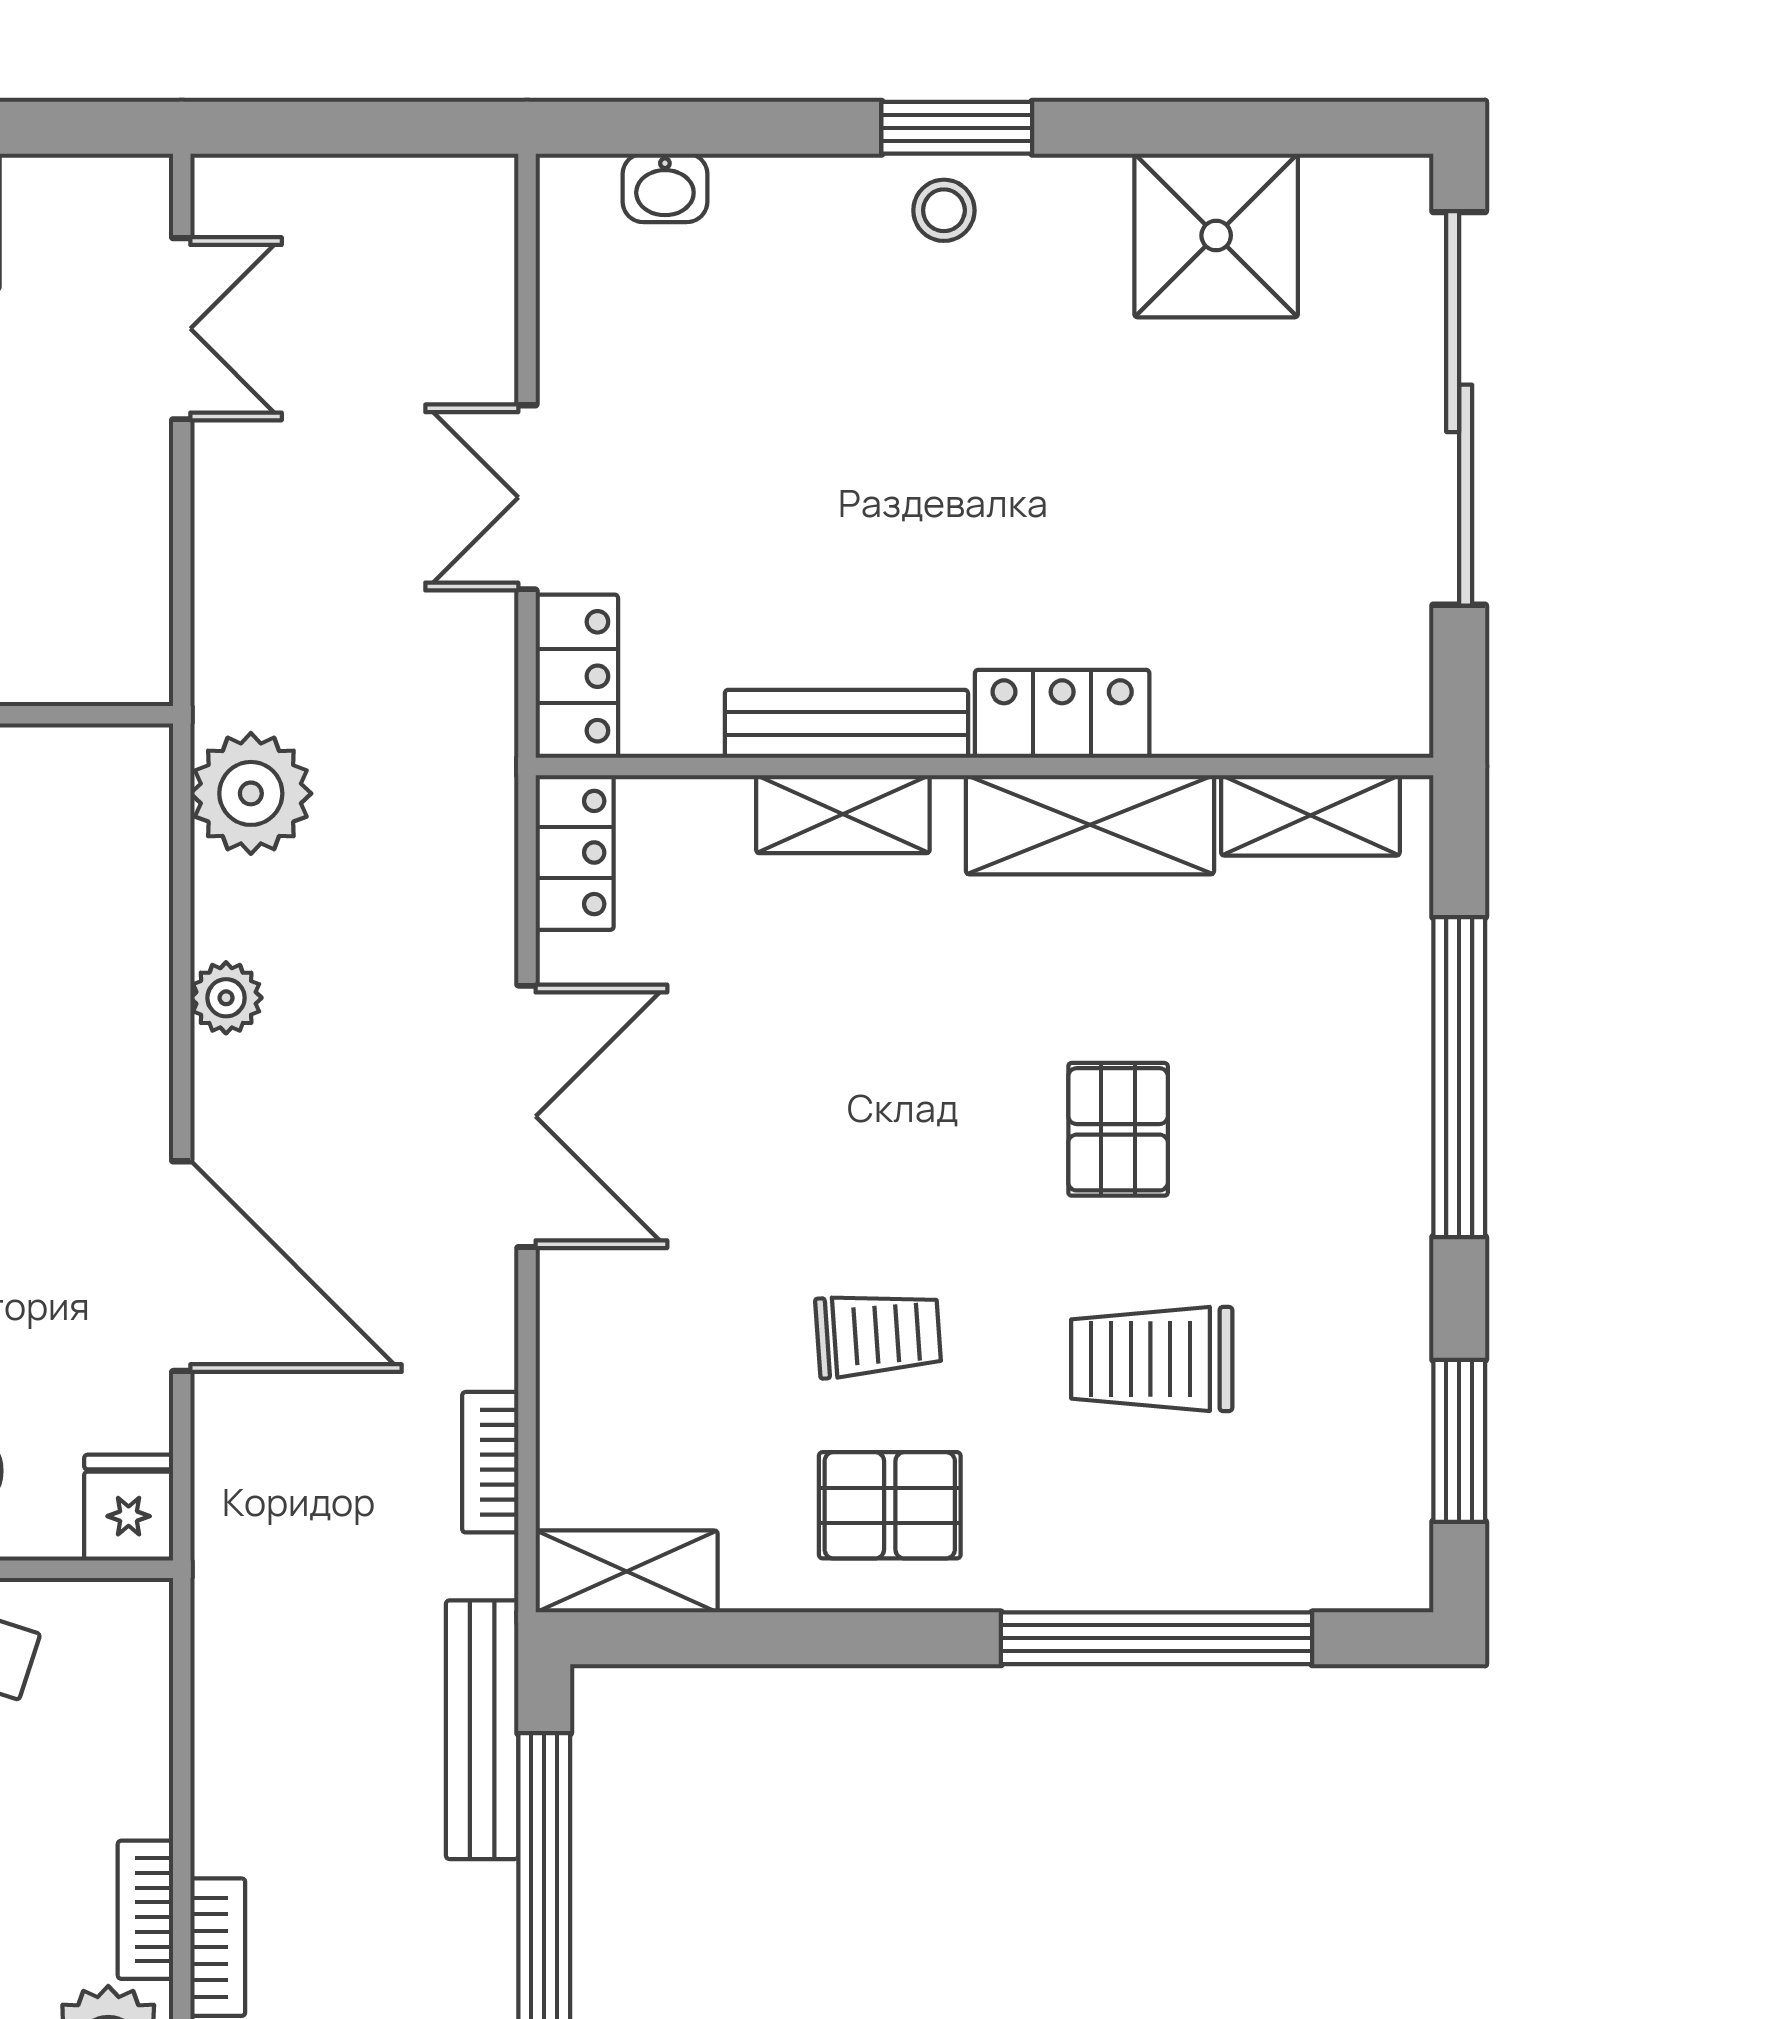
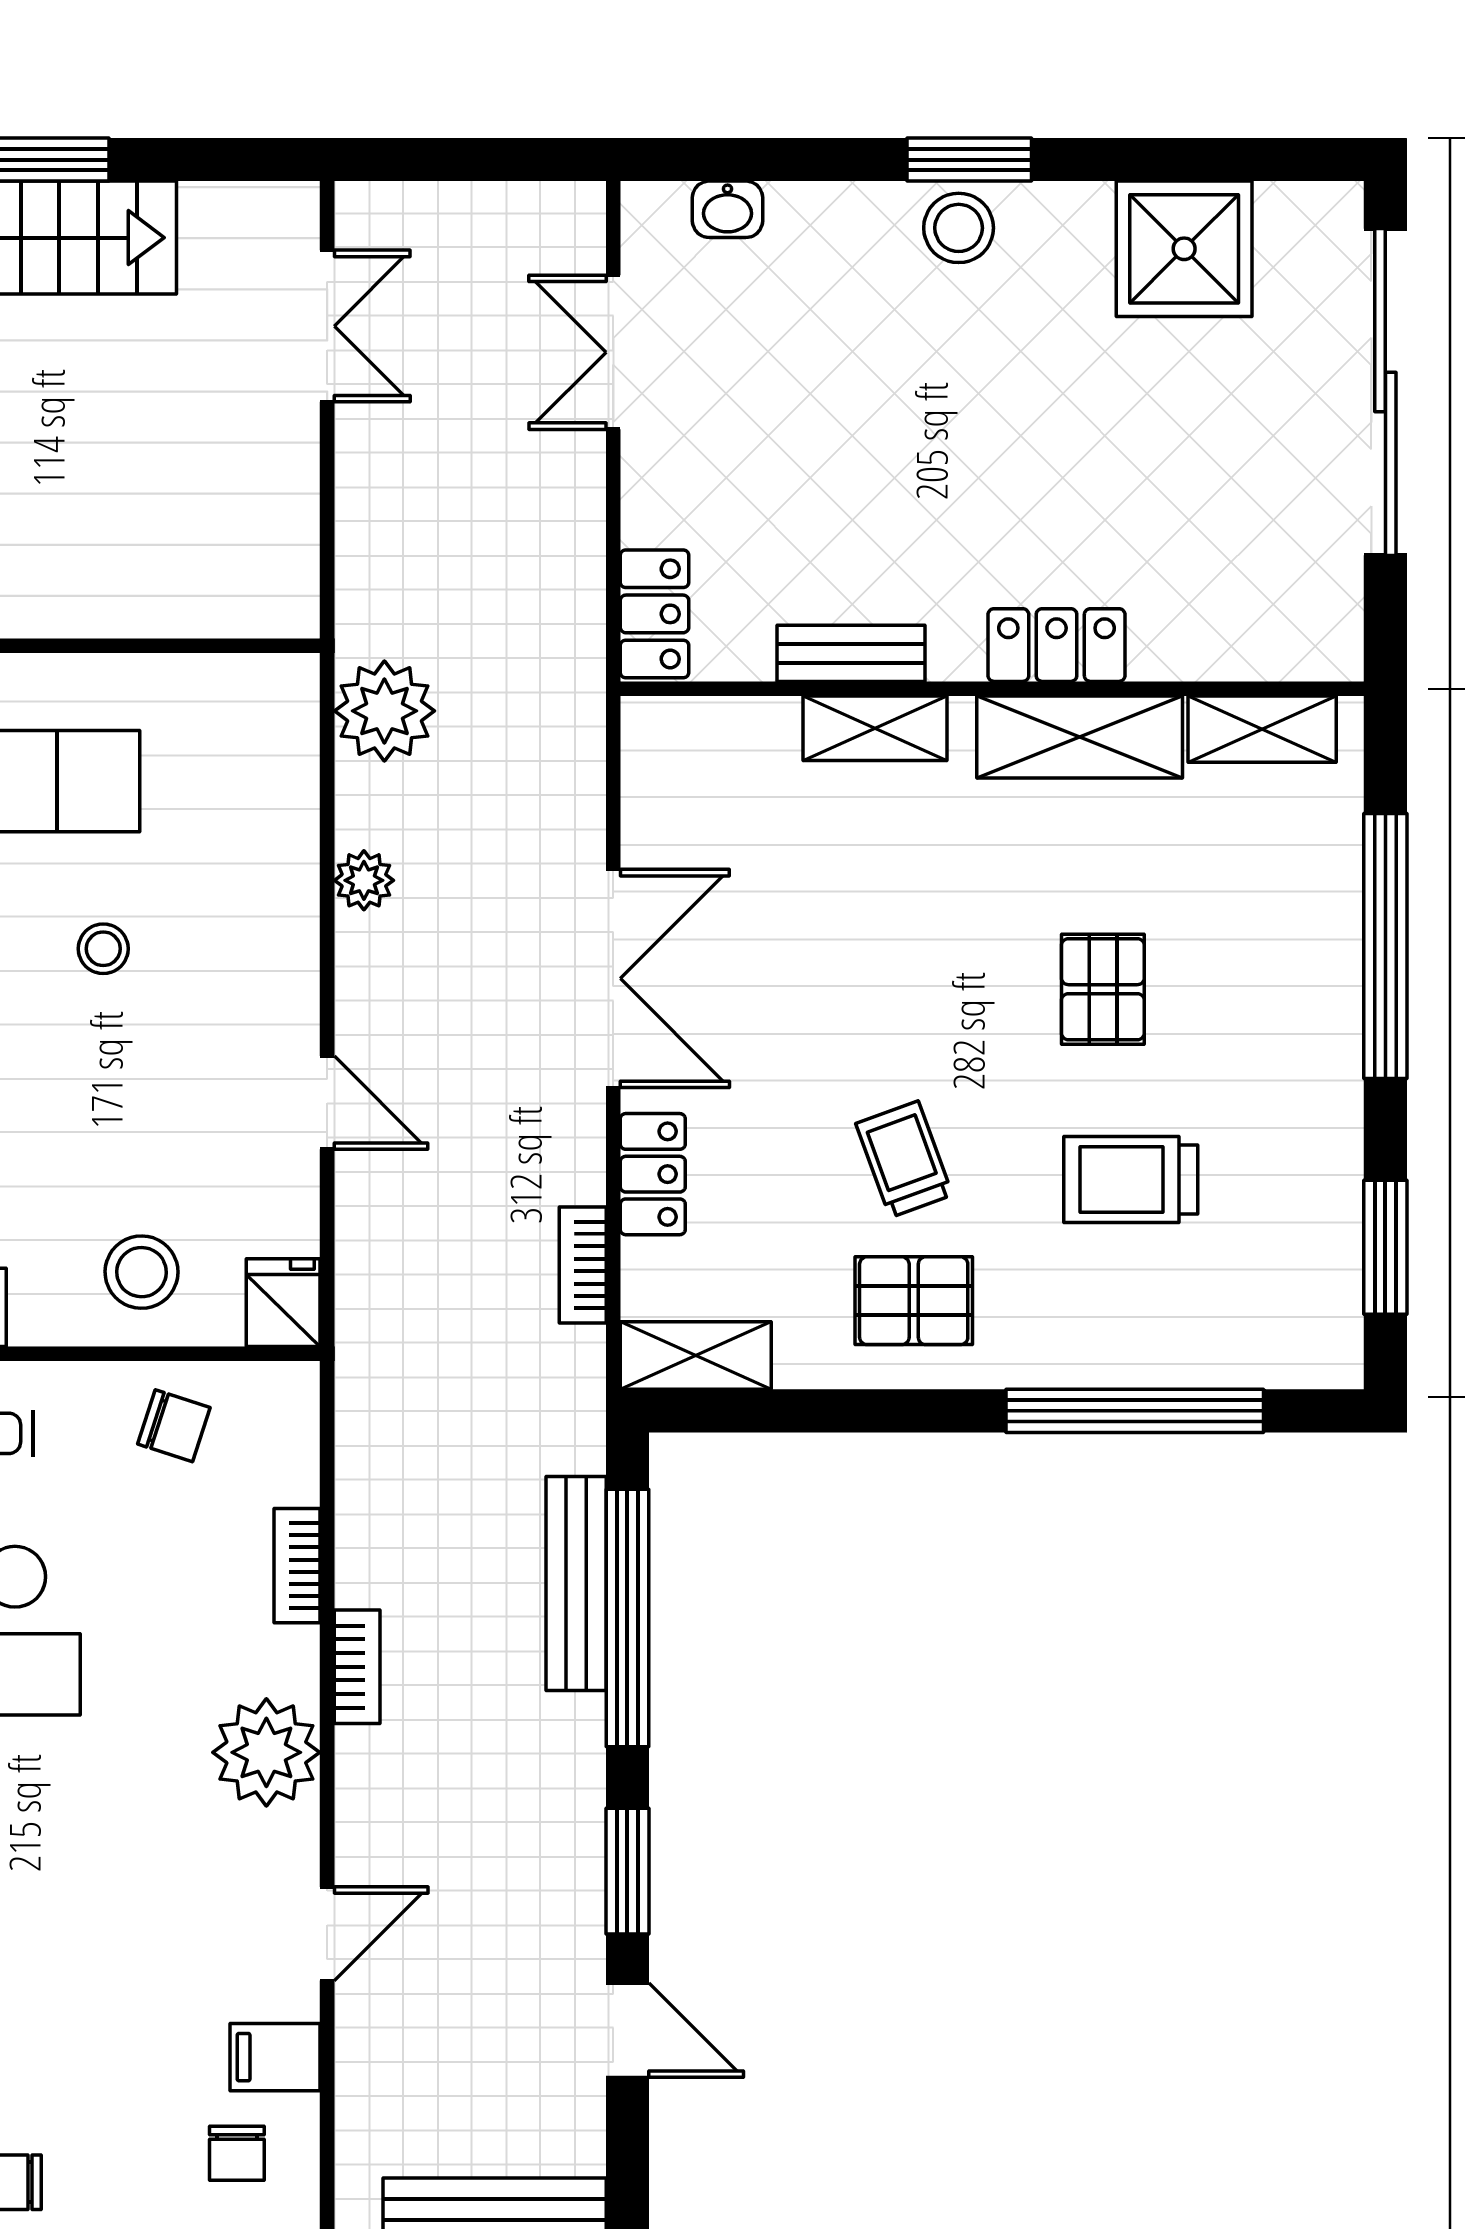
stool: (944, 210) -> (959, 228), width x1.37, depth x1.37
double door: (527, 497) -> (613, 352), moved
bench: (846, 724) -> (851, 653), width x0.73
locker: (575, 853) -> (653, 1174), moved
door: (182, 1266) -> (327, 1103), width x0.53
trolley: (878, 1335) -> (904, 1159), turned -106
bench: (482, 1730) -> (576, 1584), moved
bookcase: (145, 1910) -> (297, 1566), moved

